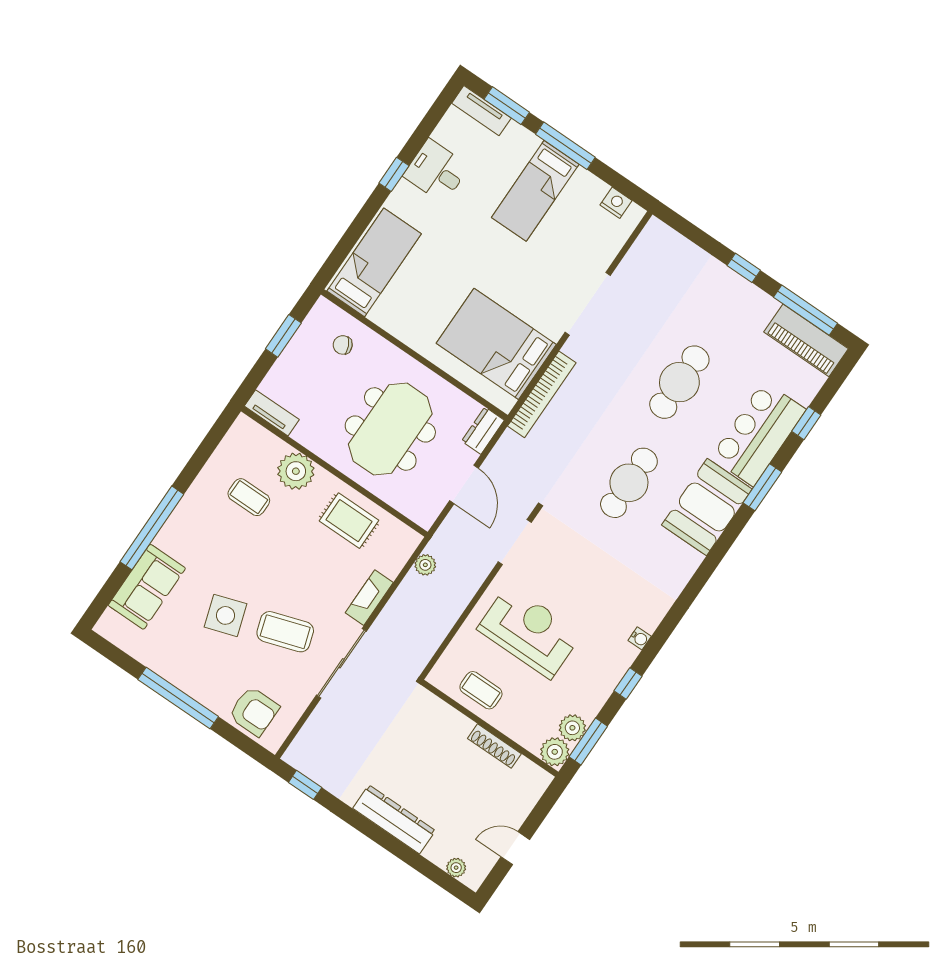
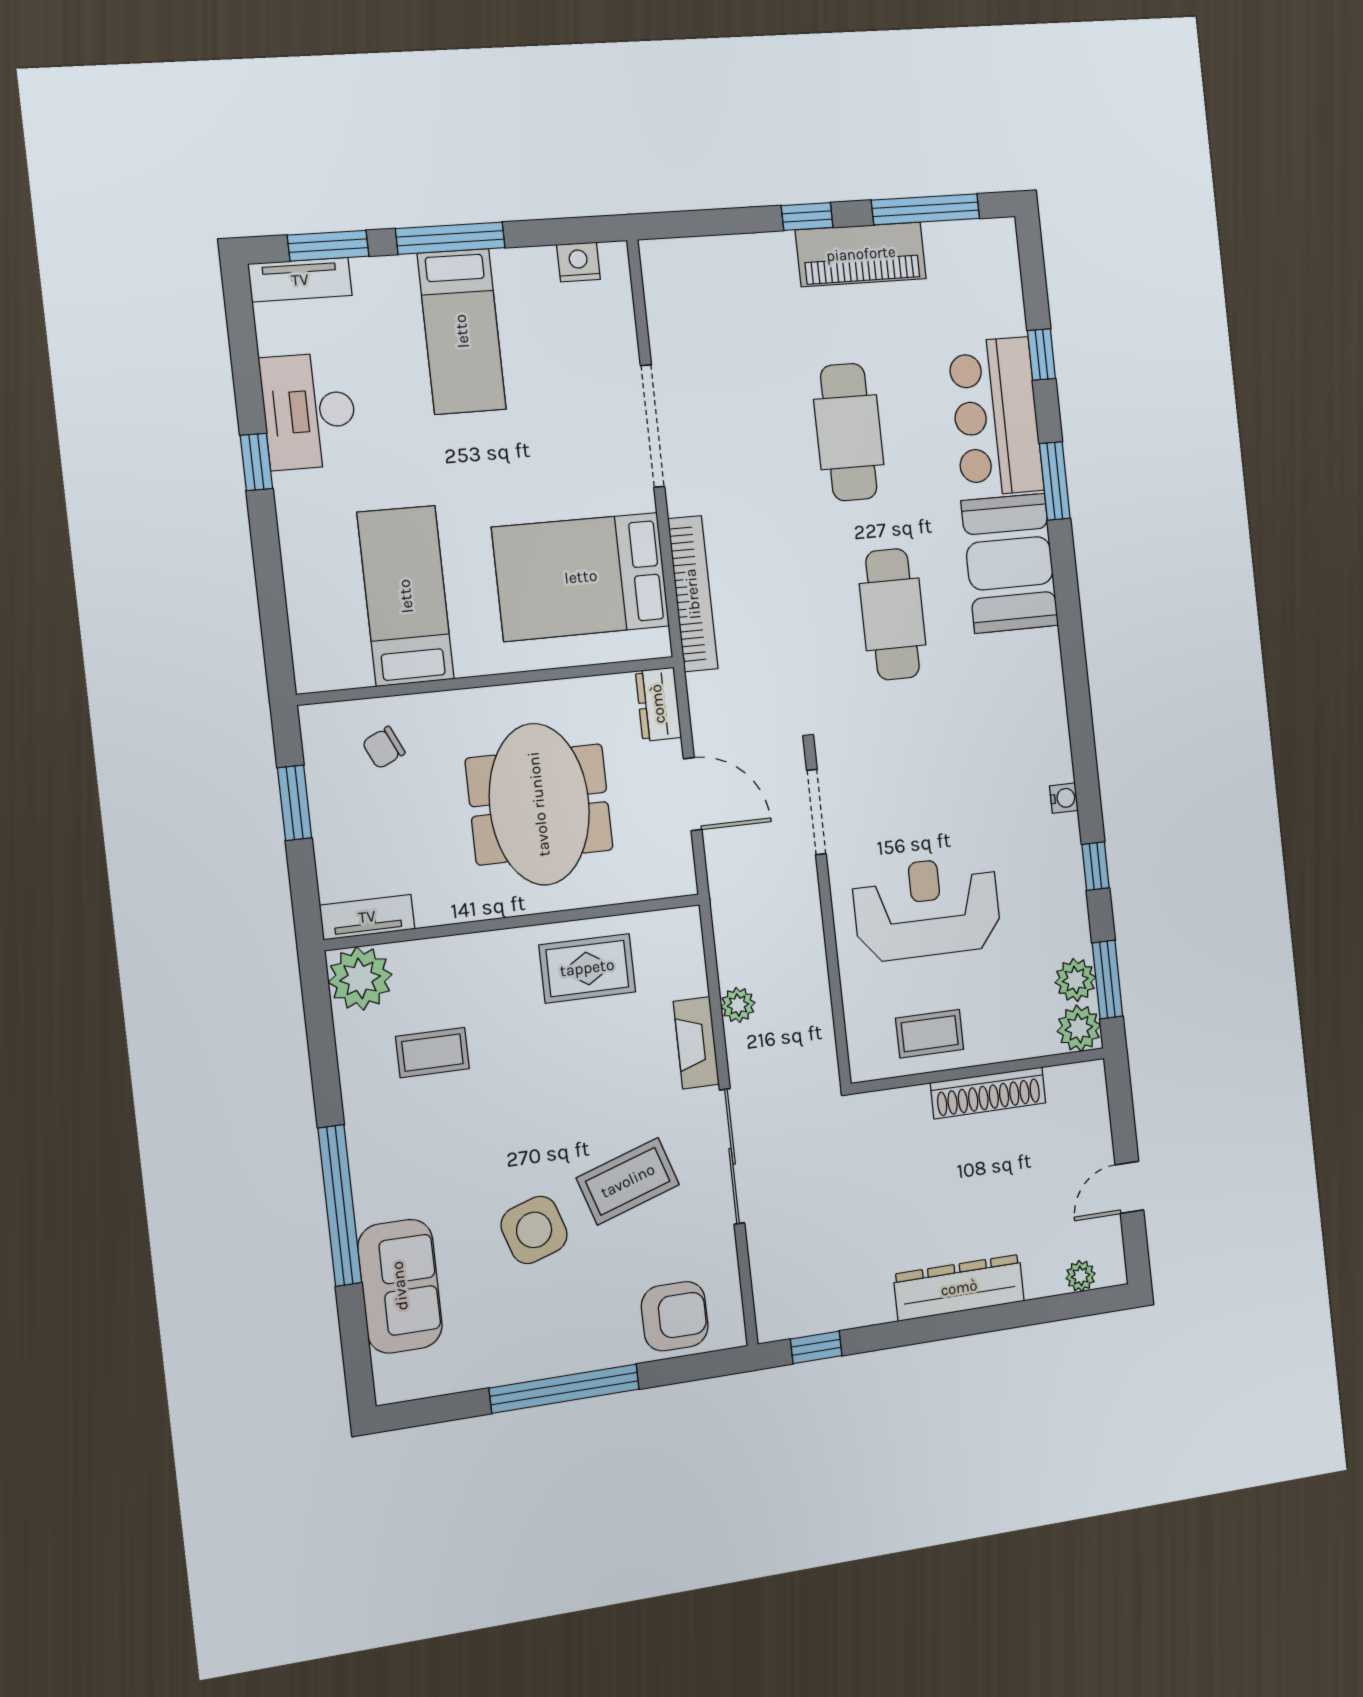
desk: (436, 171) -> (309, 411), width x1.37
bed: (374, 262) -> (406, 596), moved
piano: (806, 340) -> (861, 254), moved
plant: (296, 471) -> (360, 978), moved
plant: (425, 565) -> (738, 1005), moved
shoe rack: (494, 746) -> (988, 1093), width x1.36, depth x1.24

